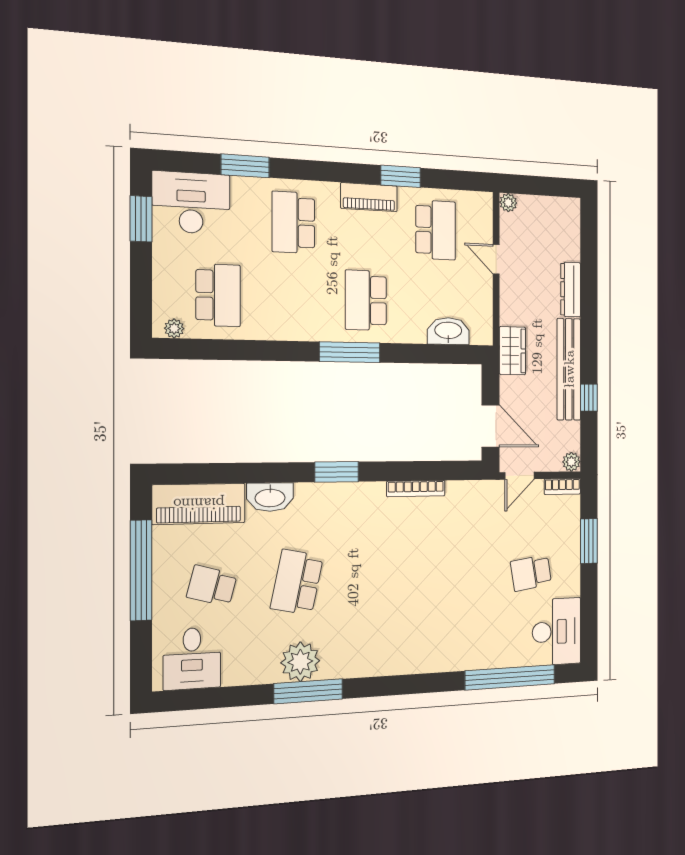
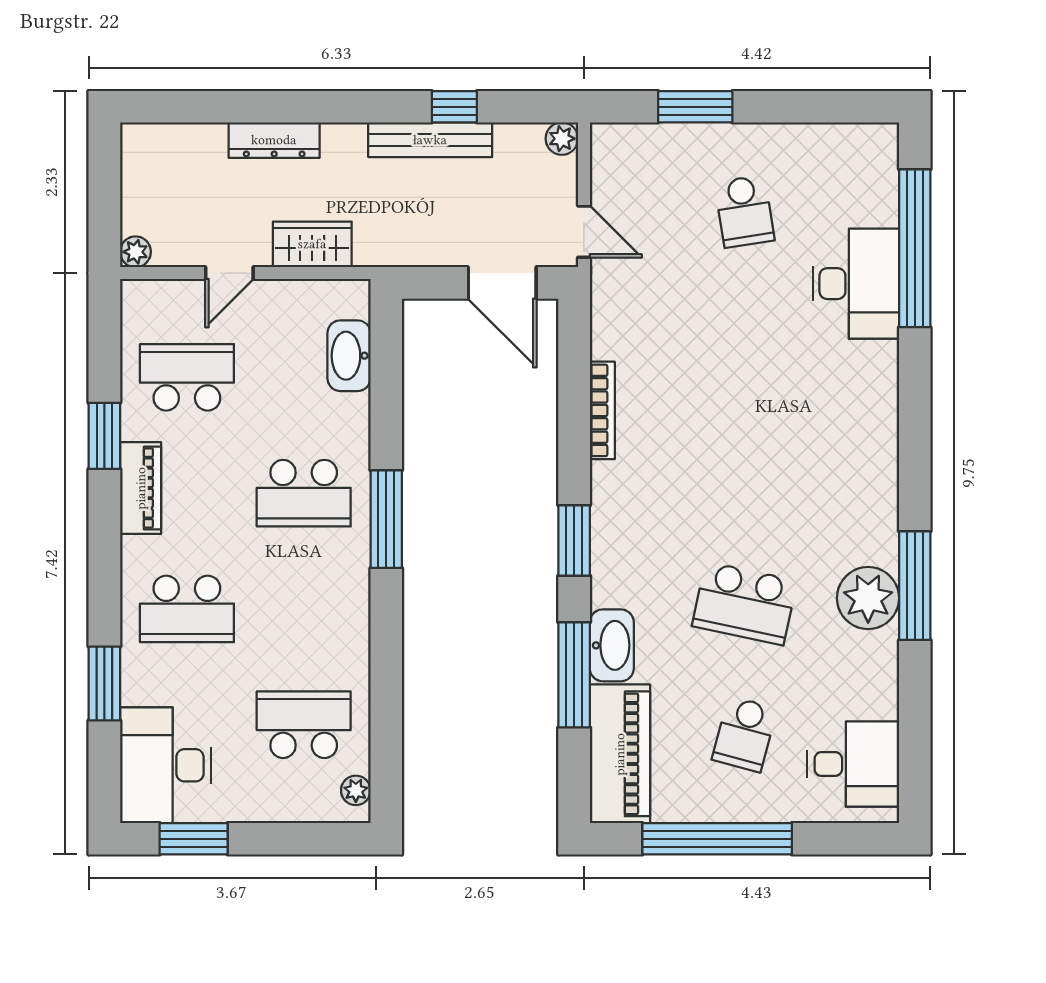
wardrobe: (512, 351) -> (312, 244), moved
bench: (569, 369) -> (430, 140), width x0.73, depth x0.82
door: (491, 426) -> (502, 283), swing flipped
window: (251, 473) -> (574, 675), added
bookcase: (562, 487) -> (603, 155), removed
desk: (557, 632) -> (856, 284), moved, turned 90

